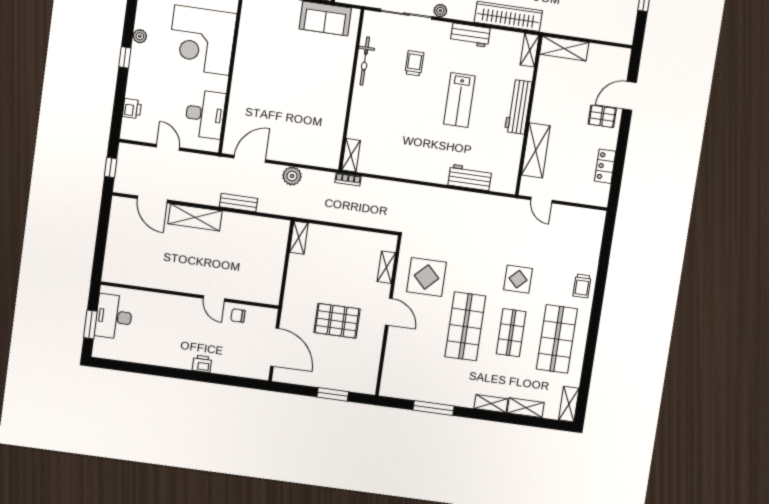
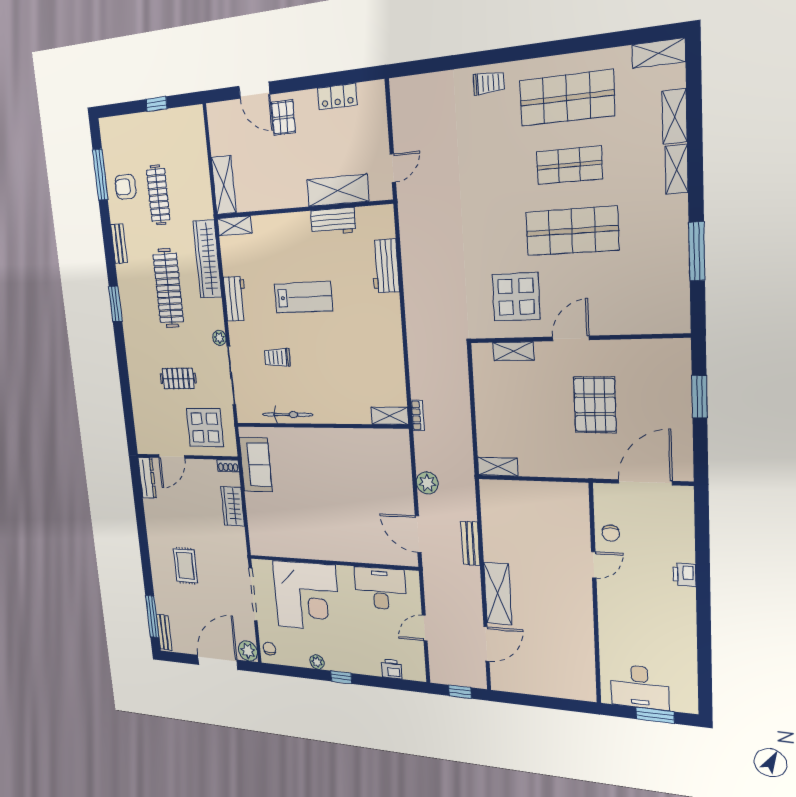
workbench: (518, 107) -> (333, 221), moved, width x0.73
display table: (518, 279) -> (496, 174), removed

